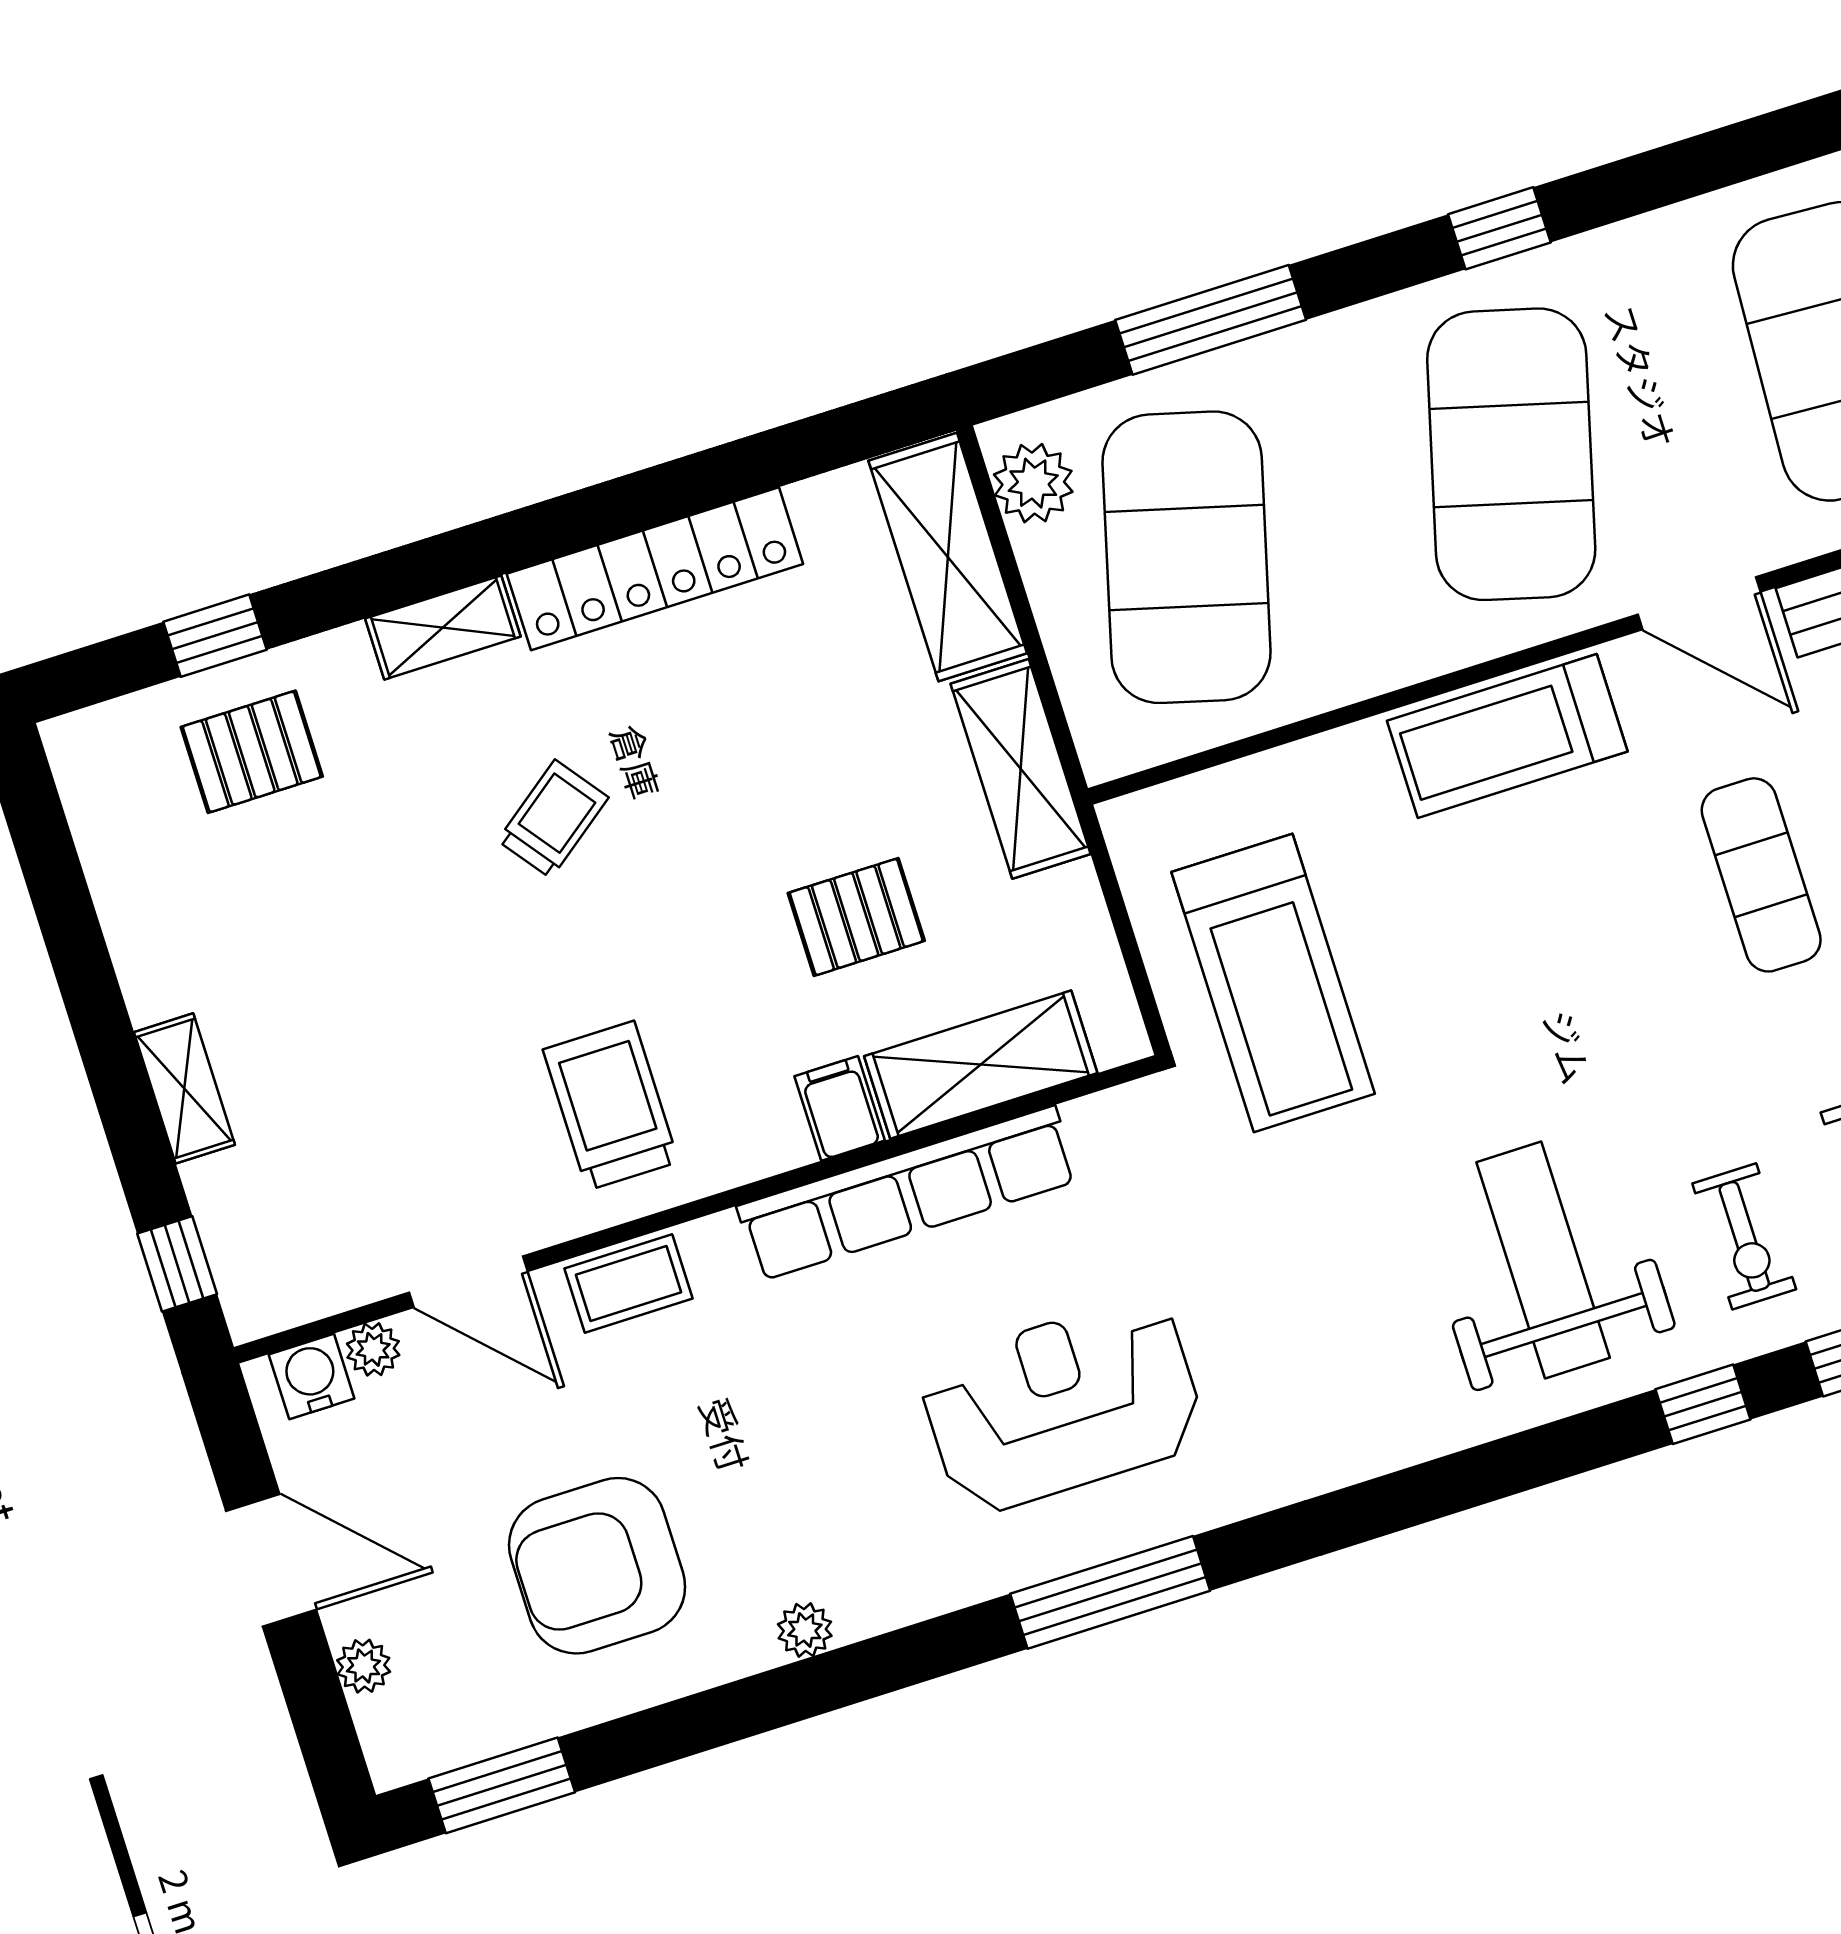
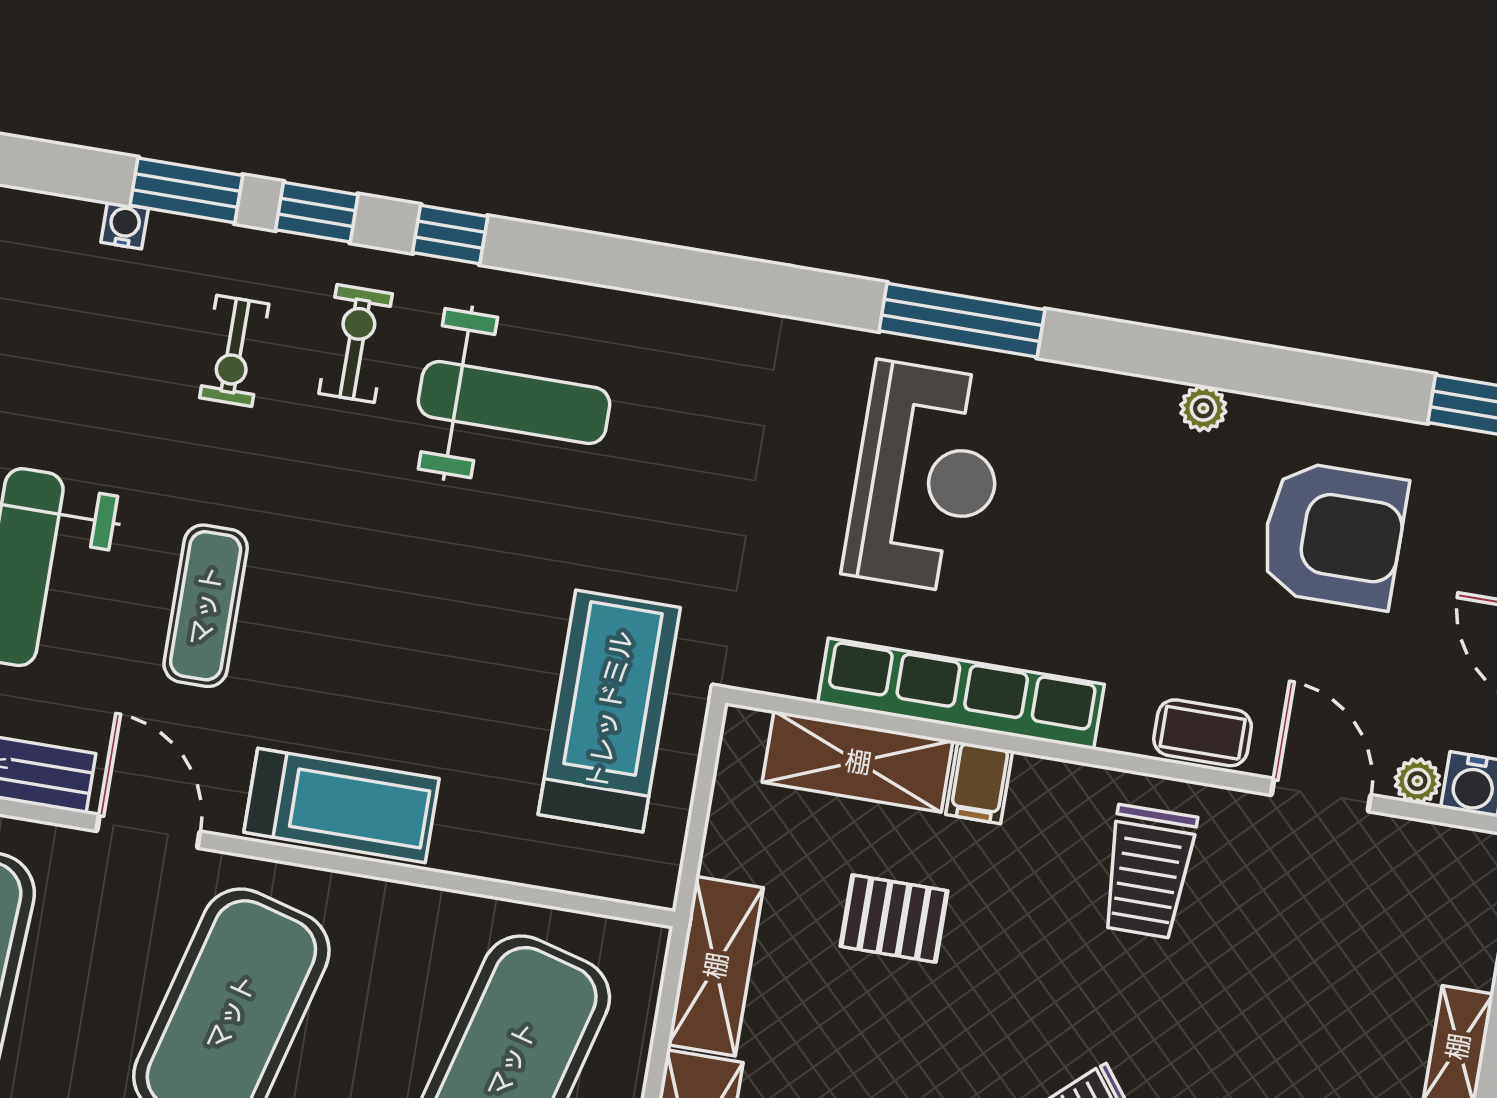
weight bench: (1543, 1260) -> (514, 403), turned -90
reception desk: (1062, 1405) -> (926, 478), turned -90

